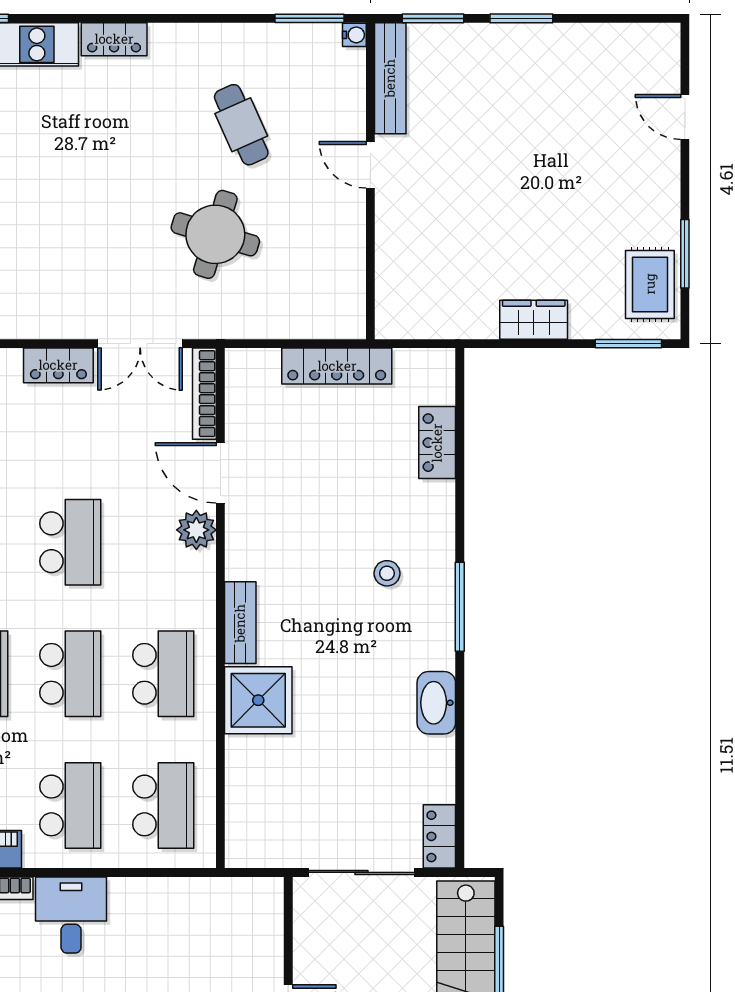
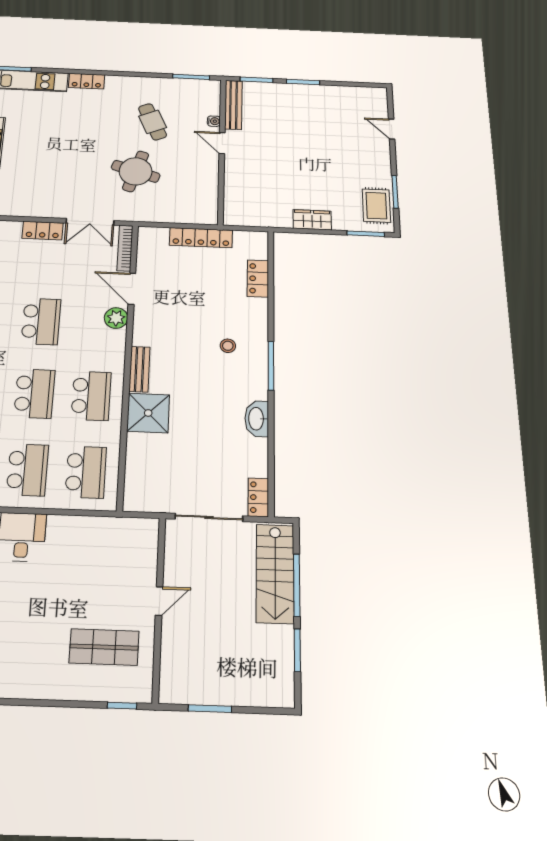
water cooler: (354, 35) -> (214, 121), moved

